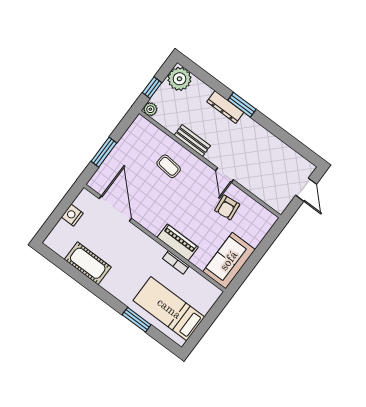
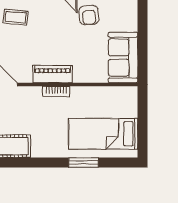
piano: (178, 242) -> (52, 74), moved
bookcase: (176, 262) -> (56, 91), moved

